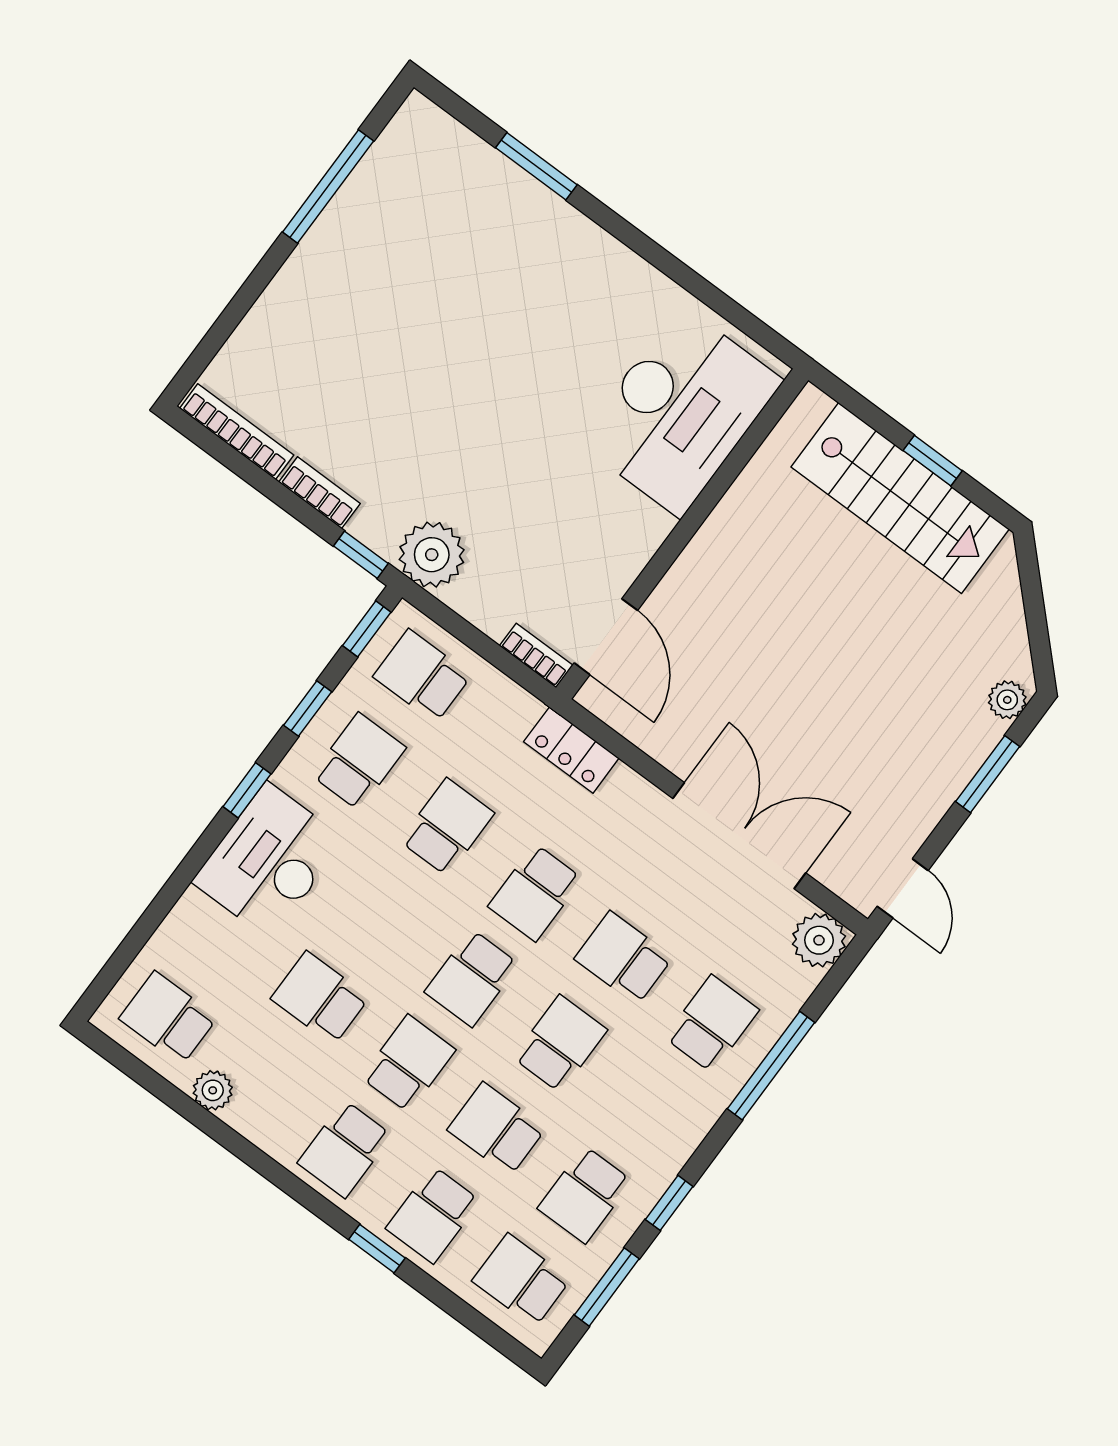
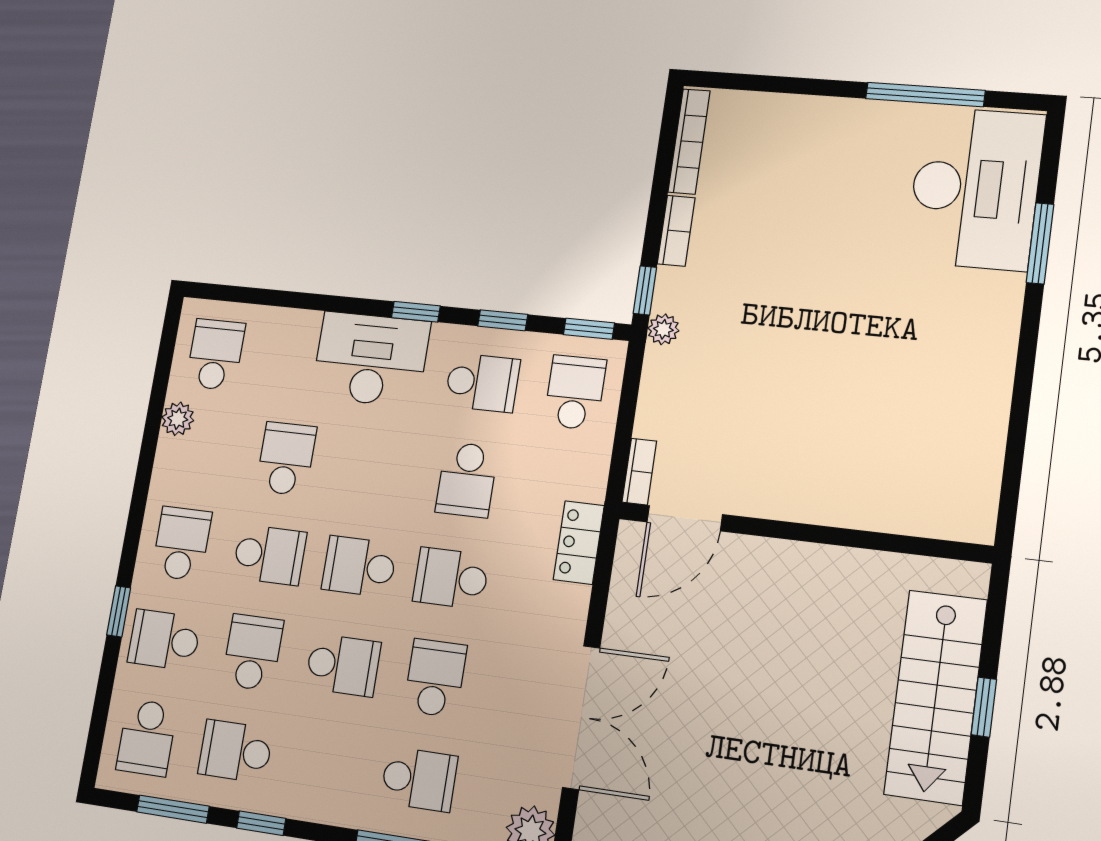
desk: (680, 411) -> (975, 188), moved, turned -90
plant: (432, 555) -> (663, 329), width x0.53, depth x0.53
school desk: (447, 827) -> (467, 480), turned 90
school desk: (345, 1149) -> (182, 544), turned 90
school desk: (521, 1280) -> (147, 738), turned 180

